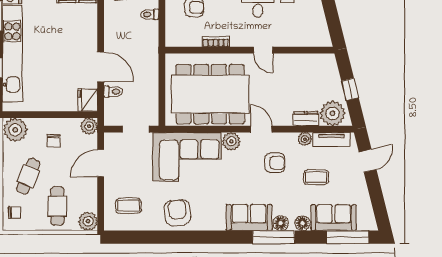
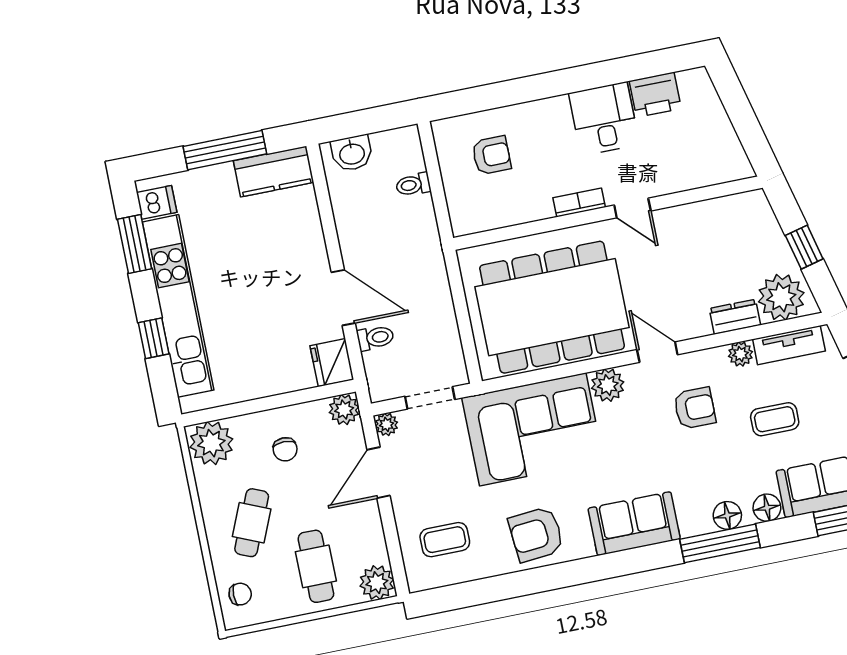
bookcase: (216, 42) -> (579, 203), moved
plant: (110, 139) -> (386, 424), added
armchair: (177, 213) -> (536, 534), turned -89
sofa: (249, 217) -> (634, 524), moved

